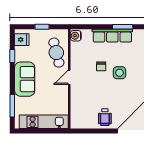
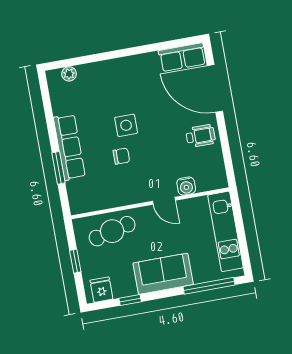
window: (123, 27) -> (58, 168), moved
water cooler: (76, 36) -> (186, 186), moved
door: (69, 77) -> (164, 201), moved
window: (12, 106) -> (209, 286), width x1.44

